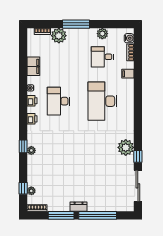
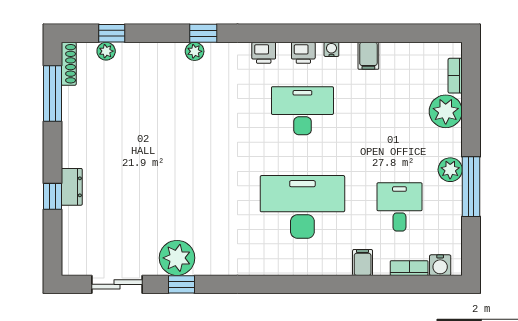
window: (76, 24) -> (471, 187), moved
plant: (102, 34) -> (450, 170), moved
filing cabinet: (33, 66) -> (368, 56), width x0.50
plant: (126, 147) -> (177, 258), moved
sliding door: (138, 186) -> (117, 284), width x0.73
dresser: (79, 207) -> (72, 187), moved
window: (61, 215) -> (52, 93), moved
window: (98, 215) -> (52, 196), width x0.32

